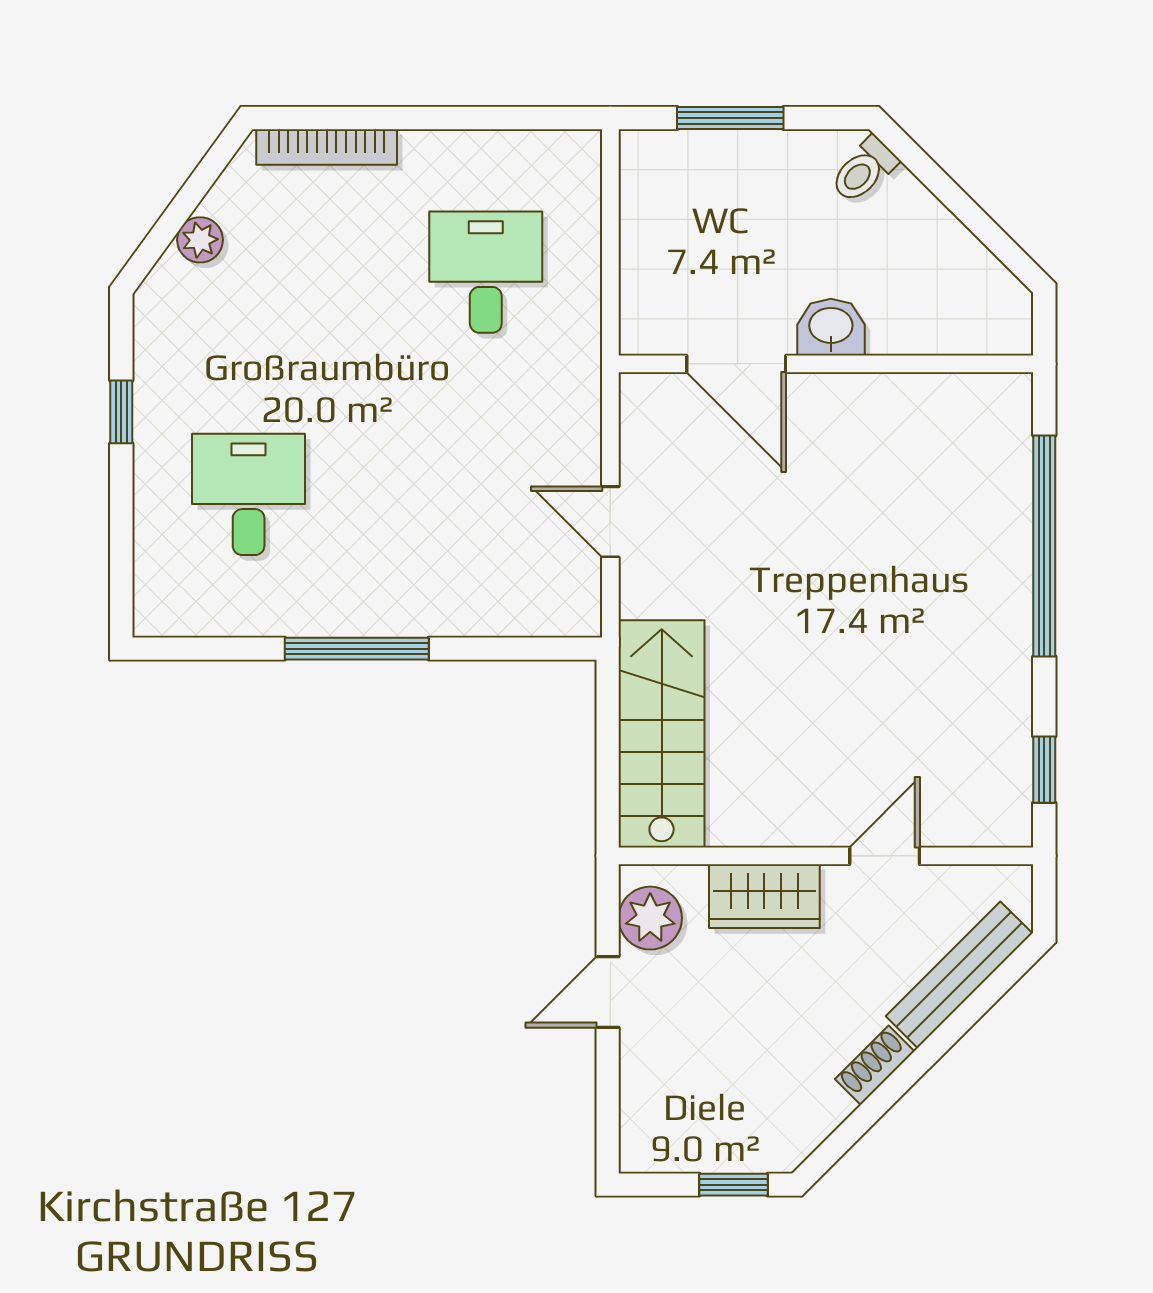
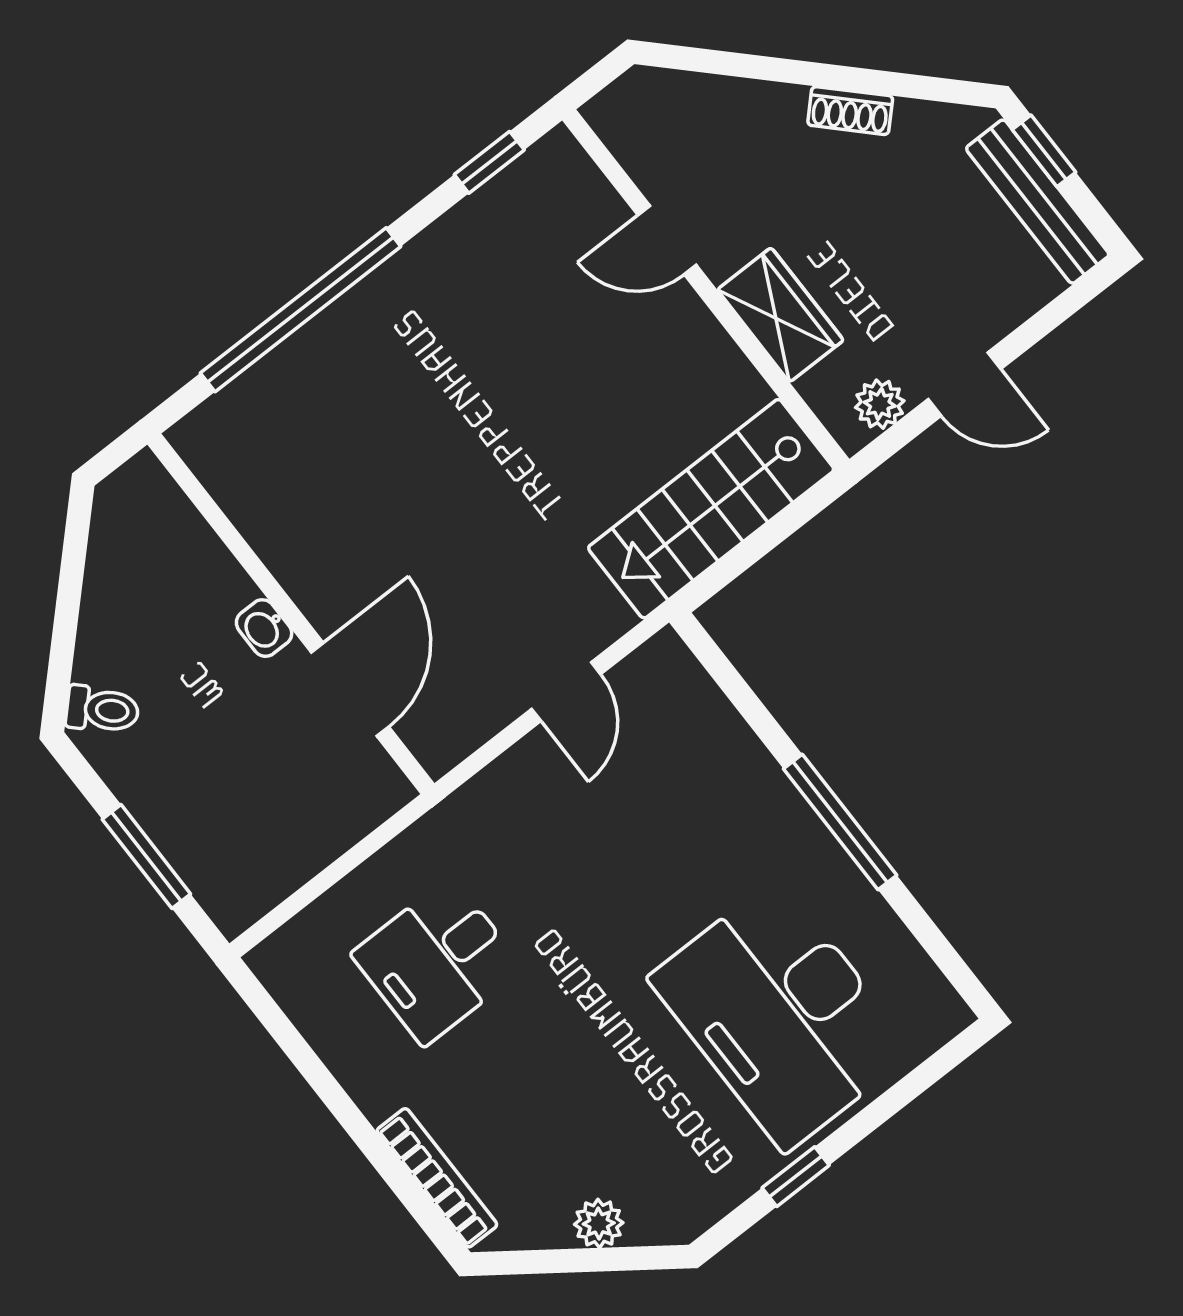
washbasin: (831, 327) -> (264, 628), width x0.72, depth x0.69
desk: (249, 494) -> (781, 1015), width x1.87, depth x1.30
plant: (650, 918) -> (880, 404), width x0.73, depth x0.73
bench: (959, 975) -> (1038, 202), moved, turned 45

